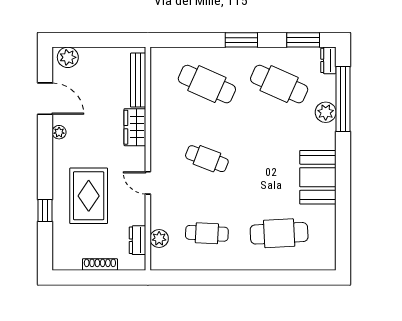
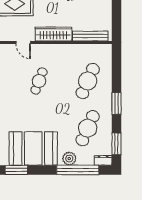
wardrobe: (135, 127) -> (53, 34), width x1.50
booth: (318, 177) -> (33, 148), width x1.36, depth x1.42
door: (148, 183) -> (23, 42), swing flipped
window: (343, 193) -> (16, 170), added

